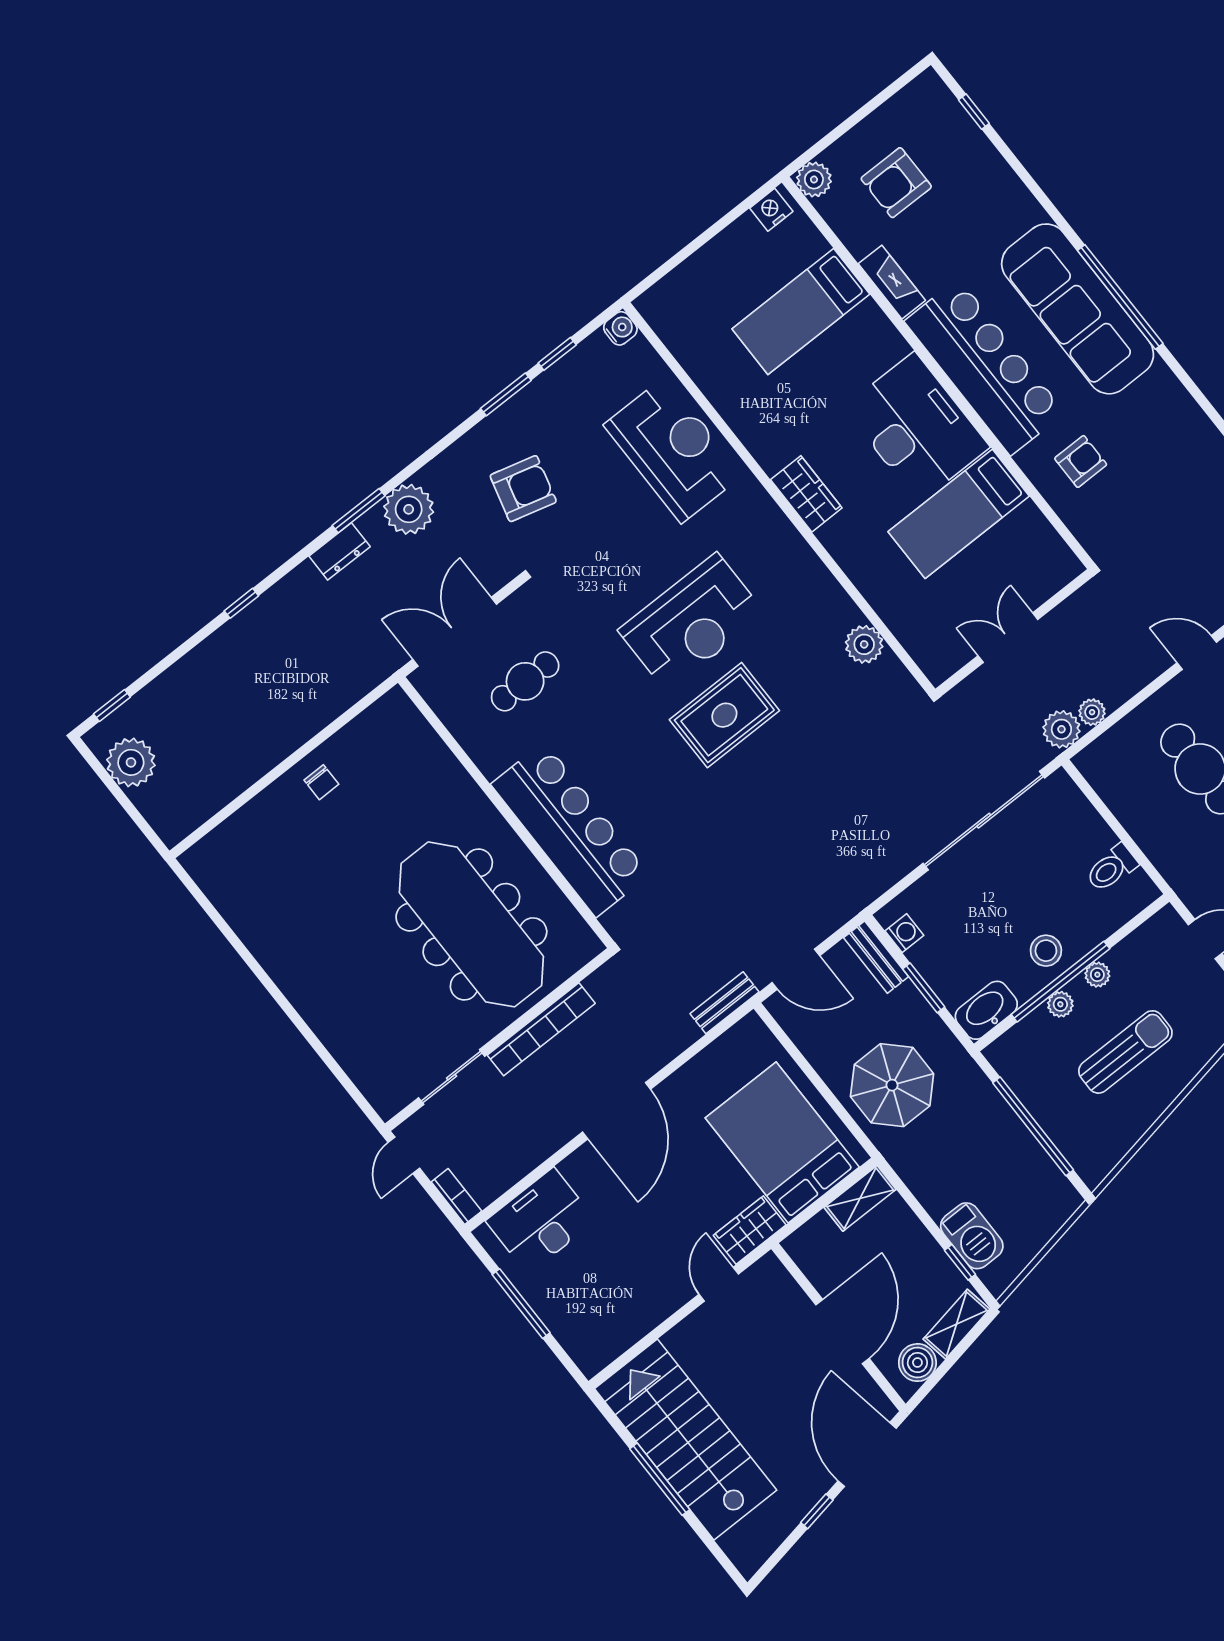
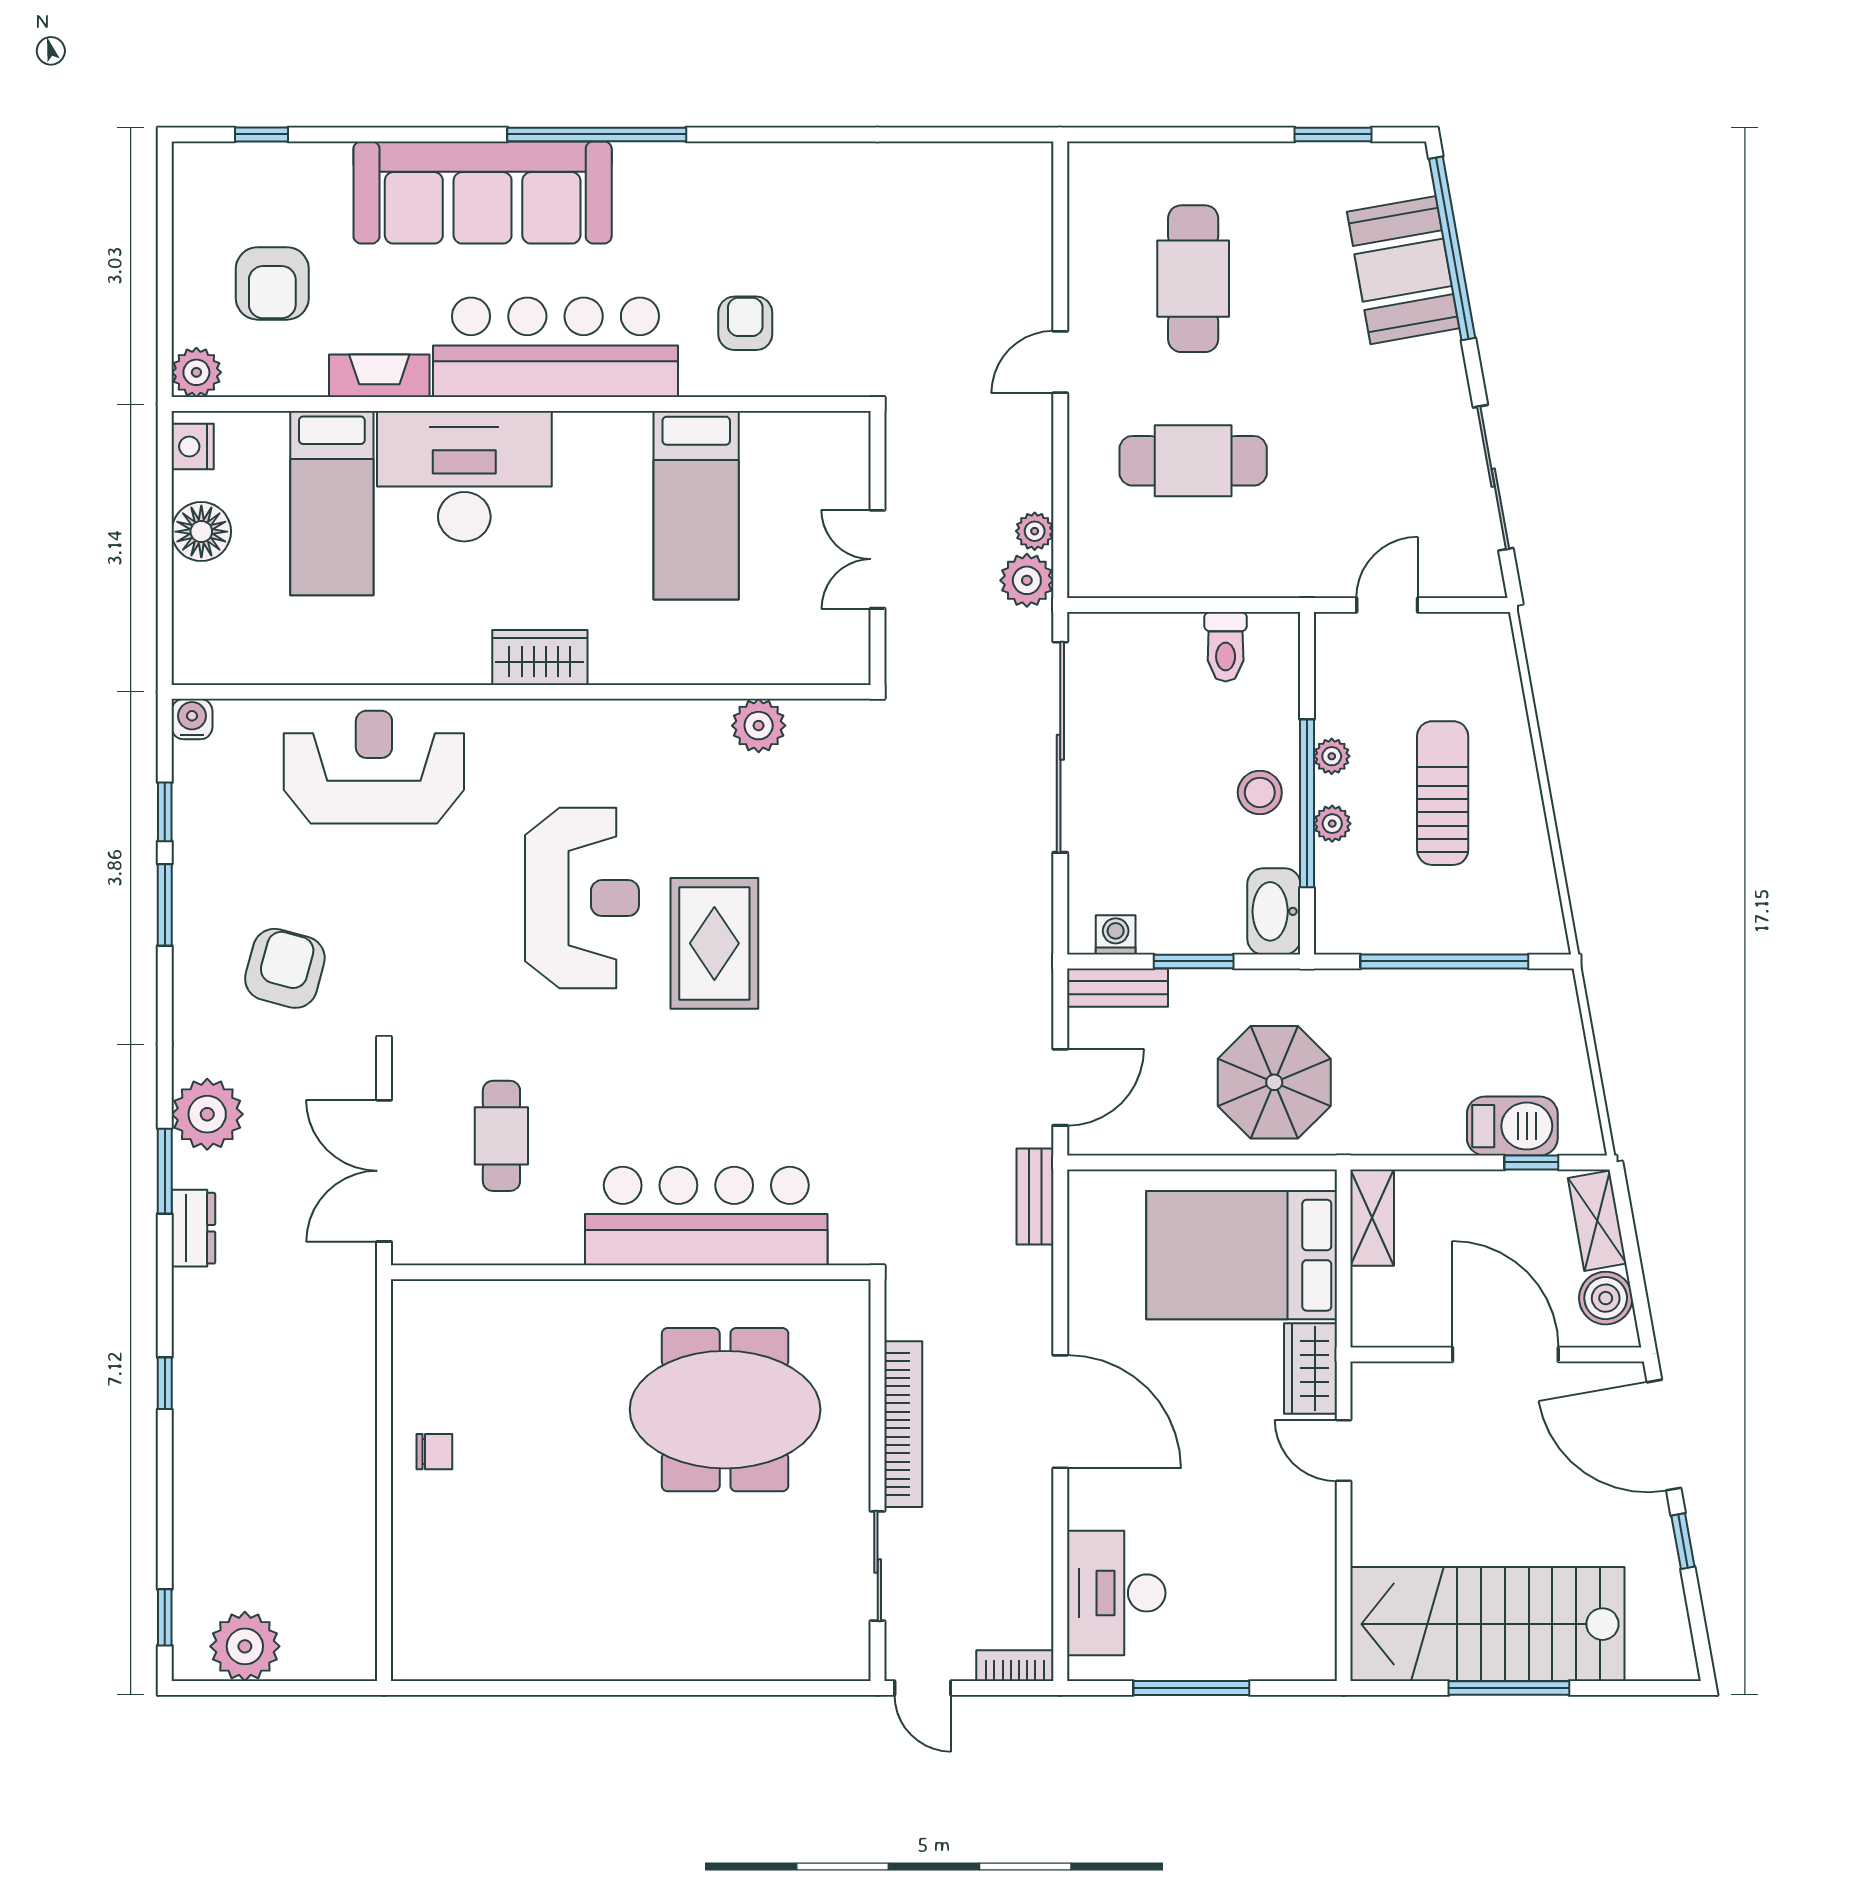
floor lamp: (728, 252) -> (201, 532), added
sofa: (1078, 309) -> (483, 192), moved
desk: (917, 427) -> (464, 476), moved
meeting table: (471, 924) -> (725, 1410), width x0.73

